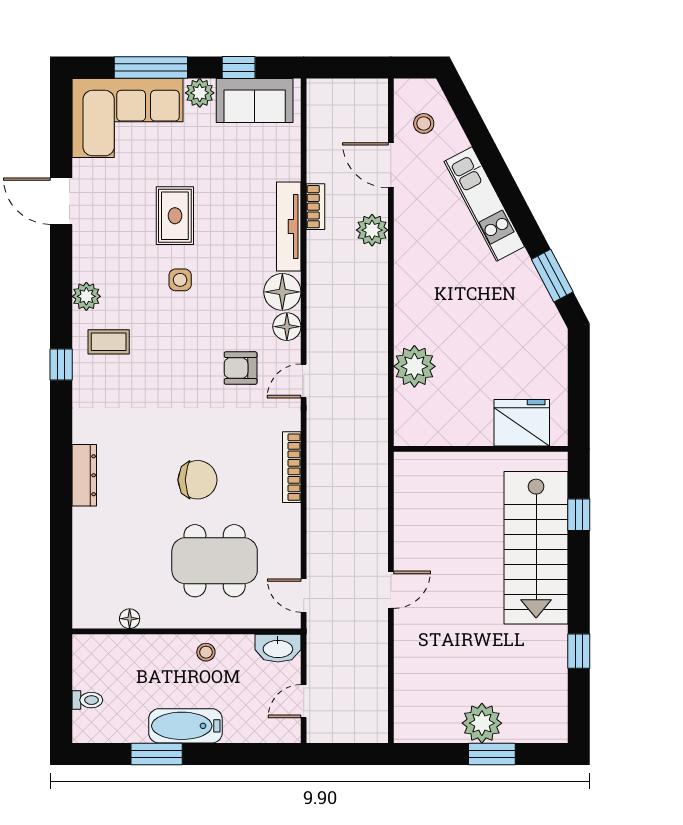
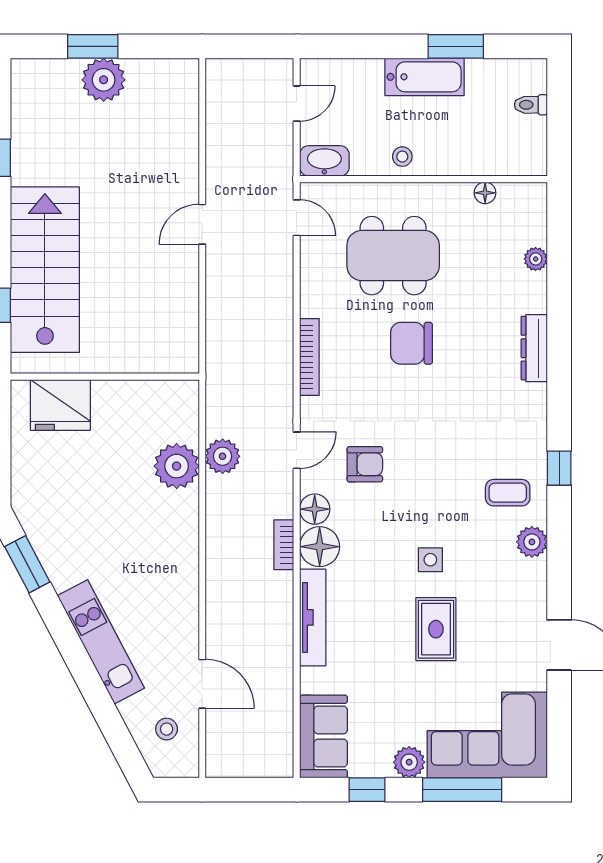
sofa: (255, 100) -> (323, 736), moved, turned 90
bookcase: (316, 207) -> (284, 545), moved
plant: (372, 230) -> (223, 456), moved
plant: (83, 558) -> (536, 259), added

